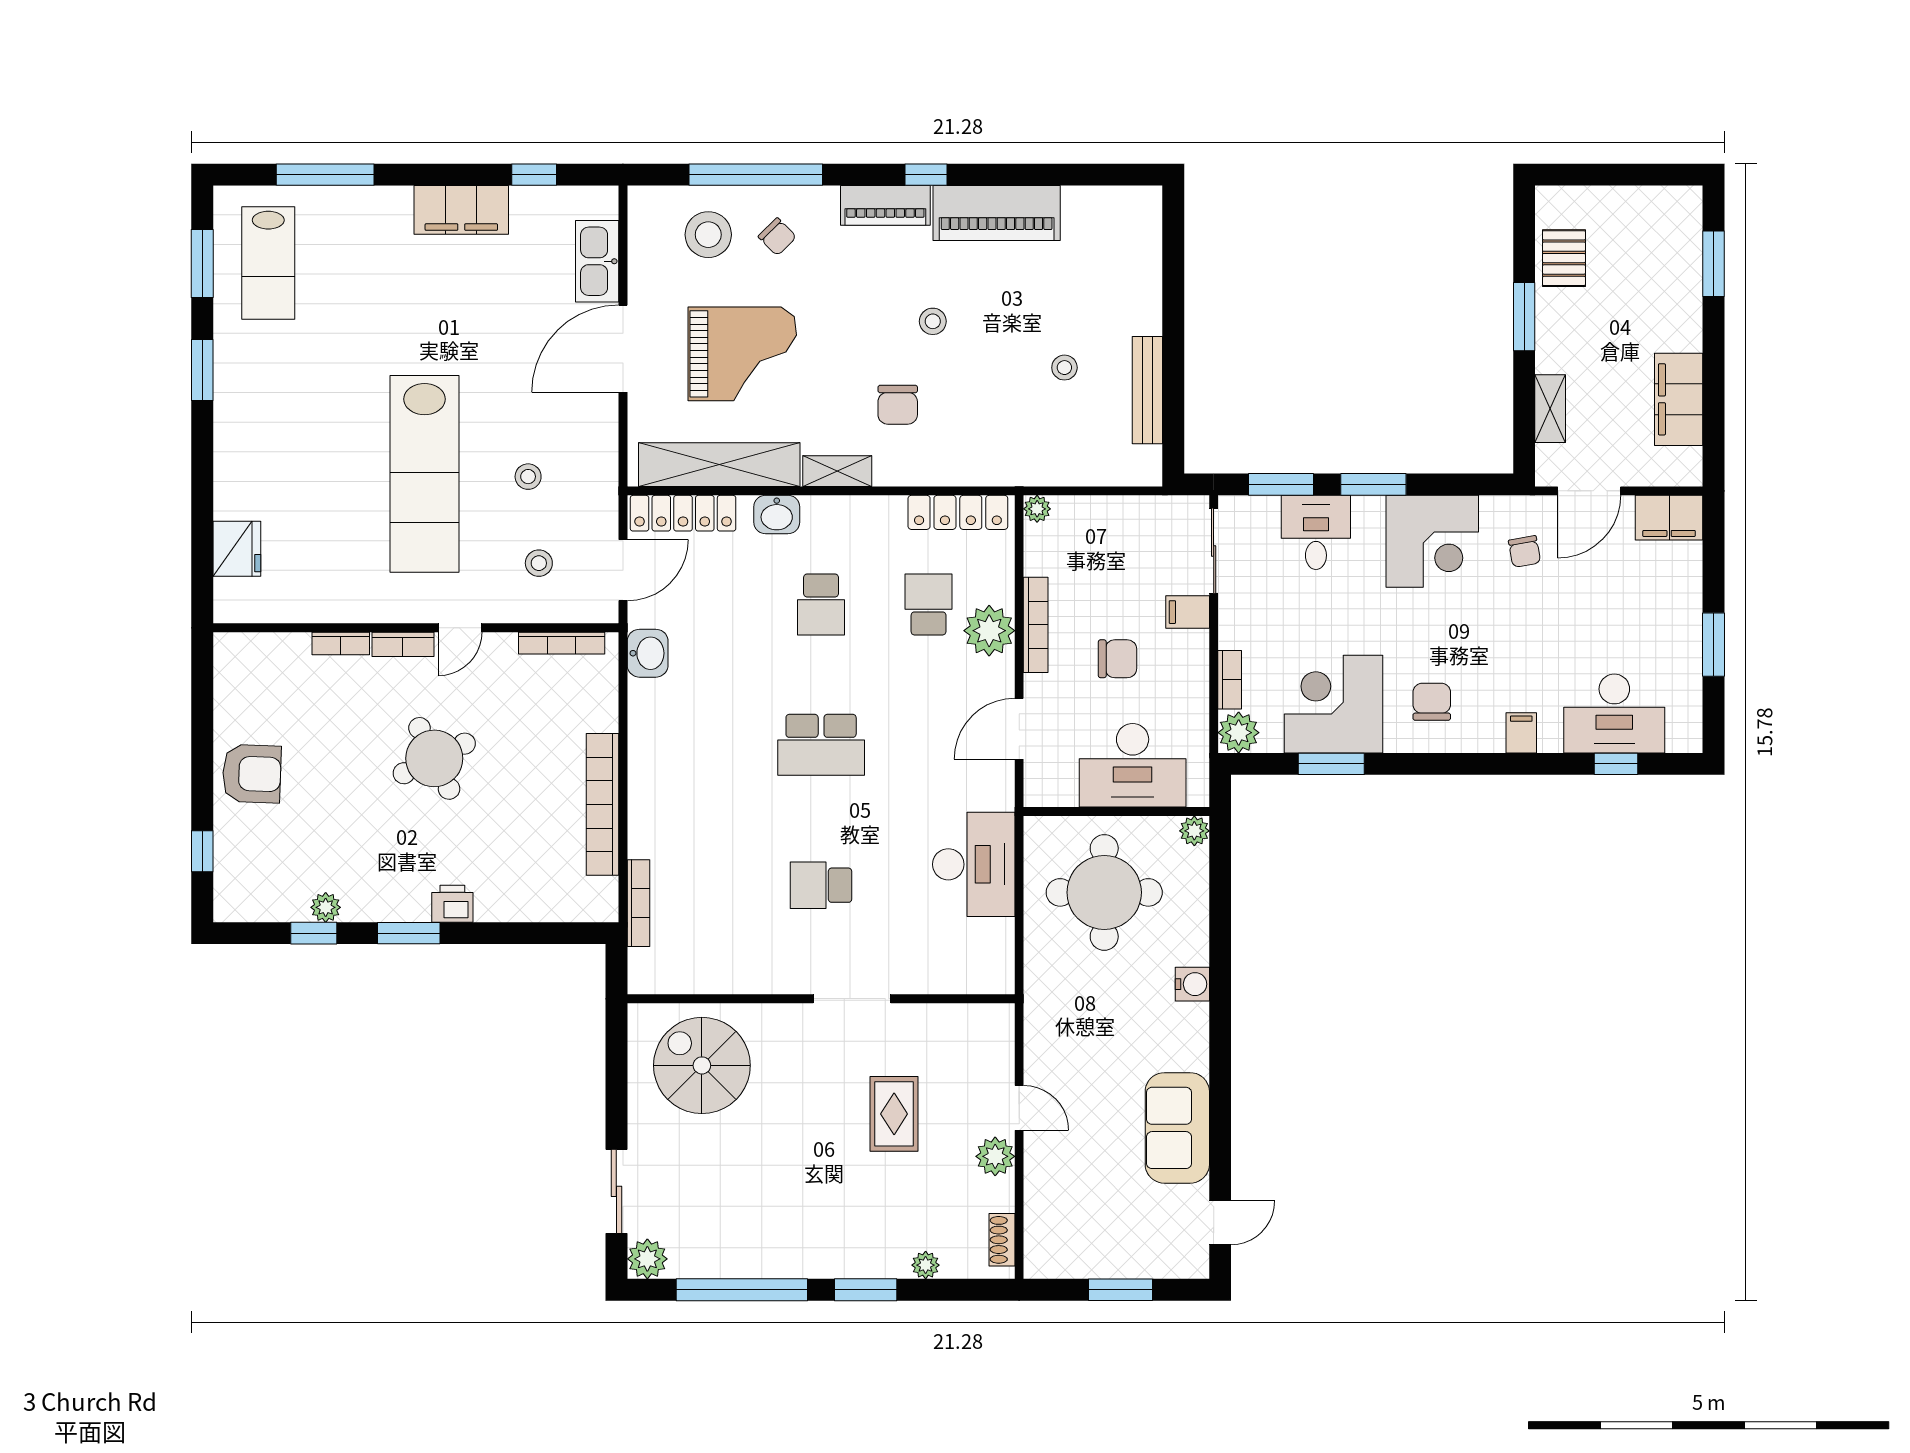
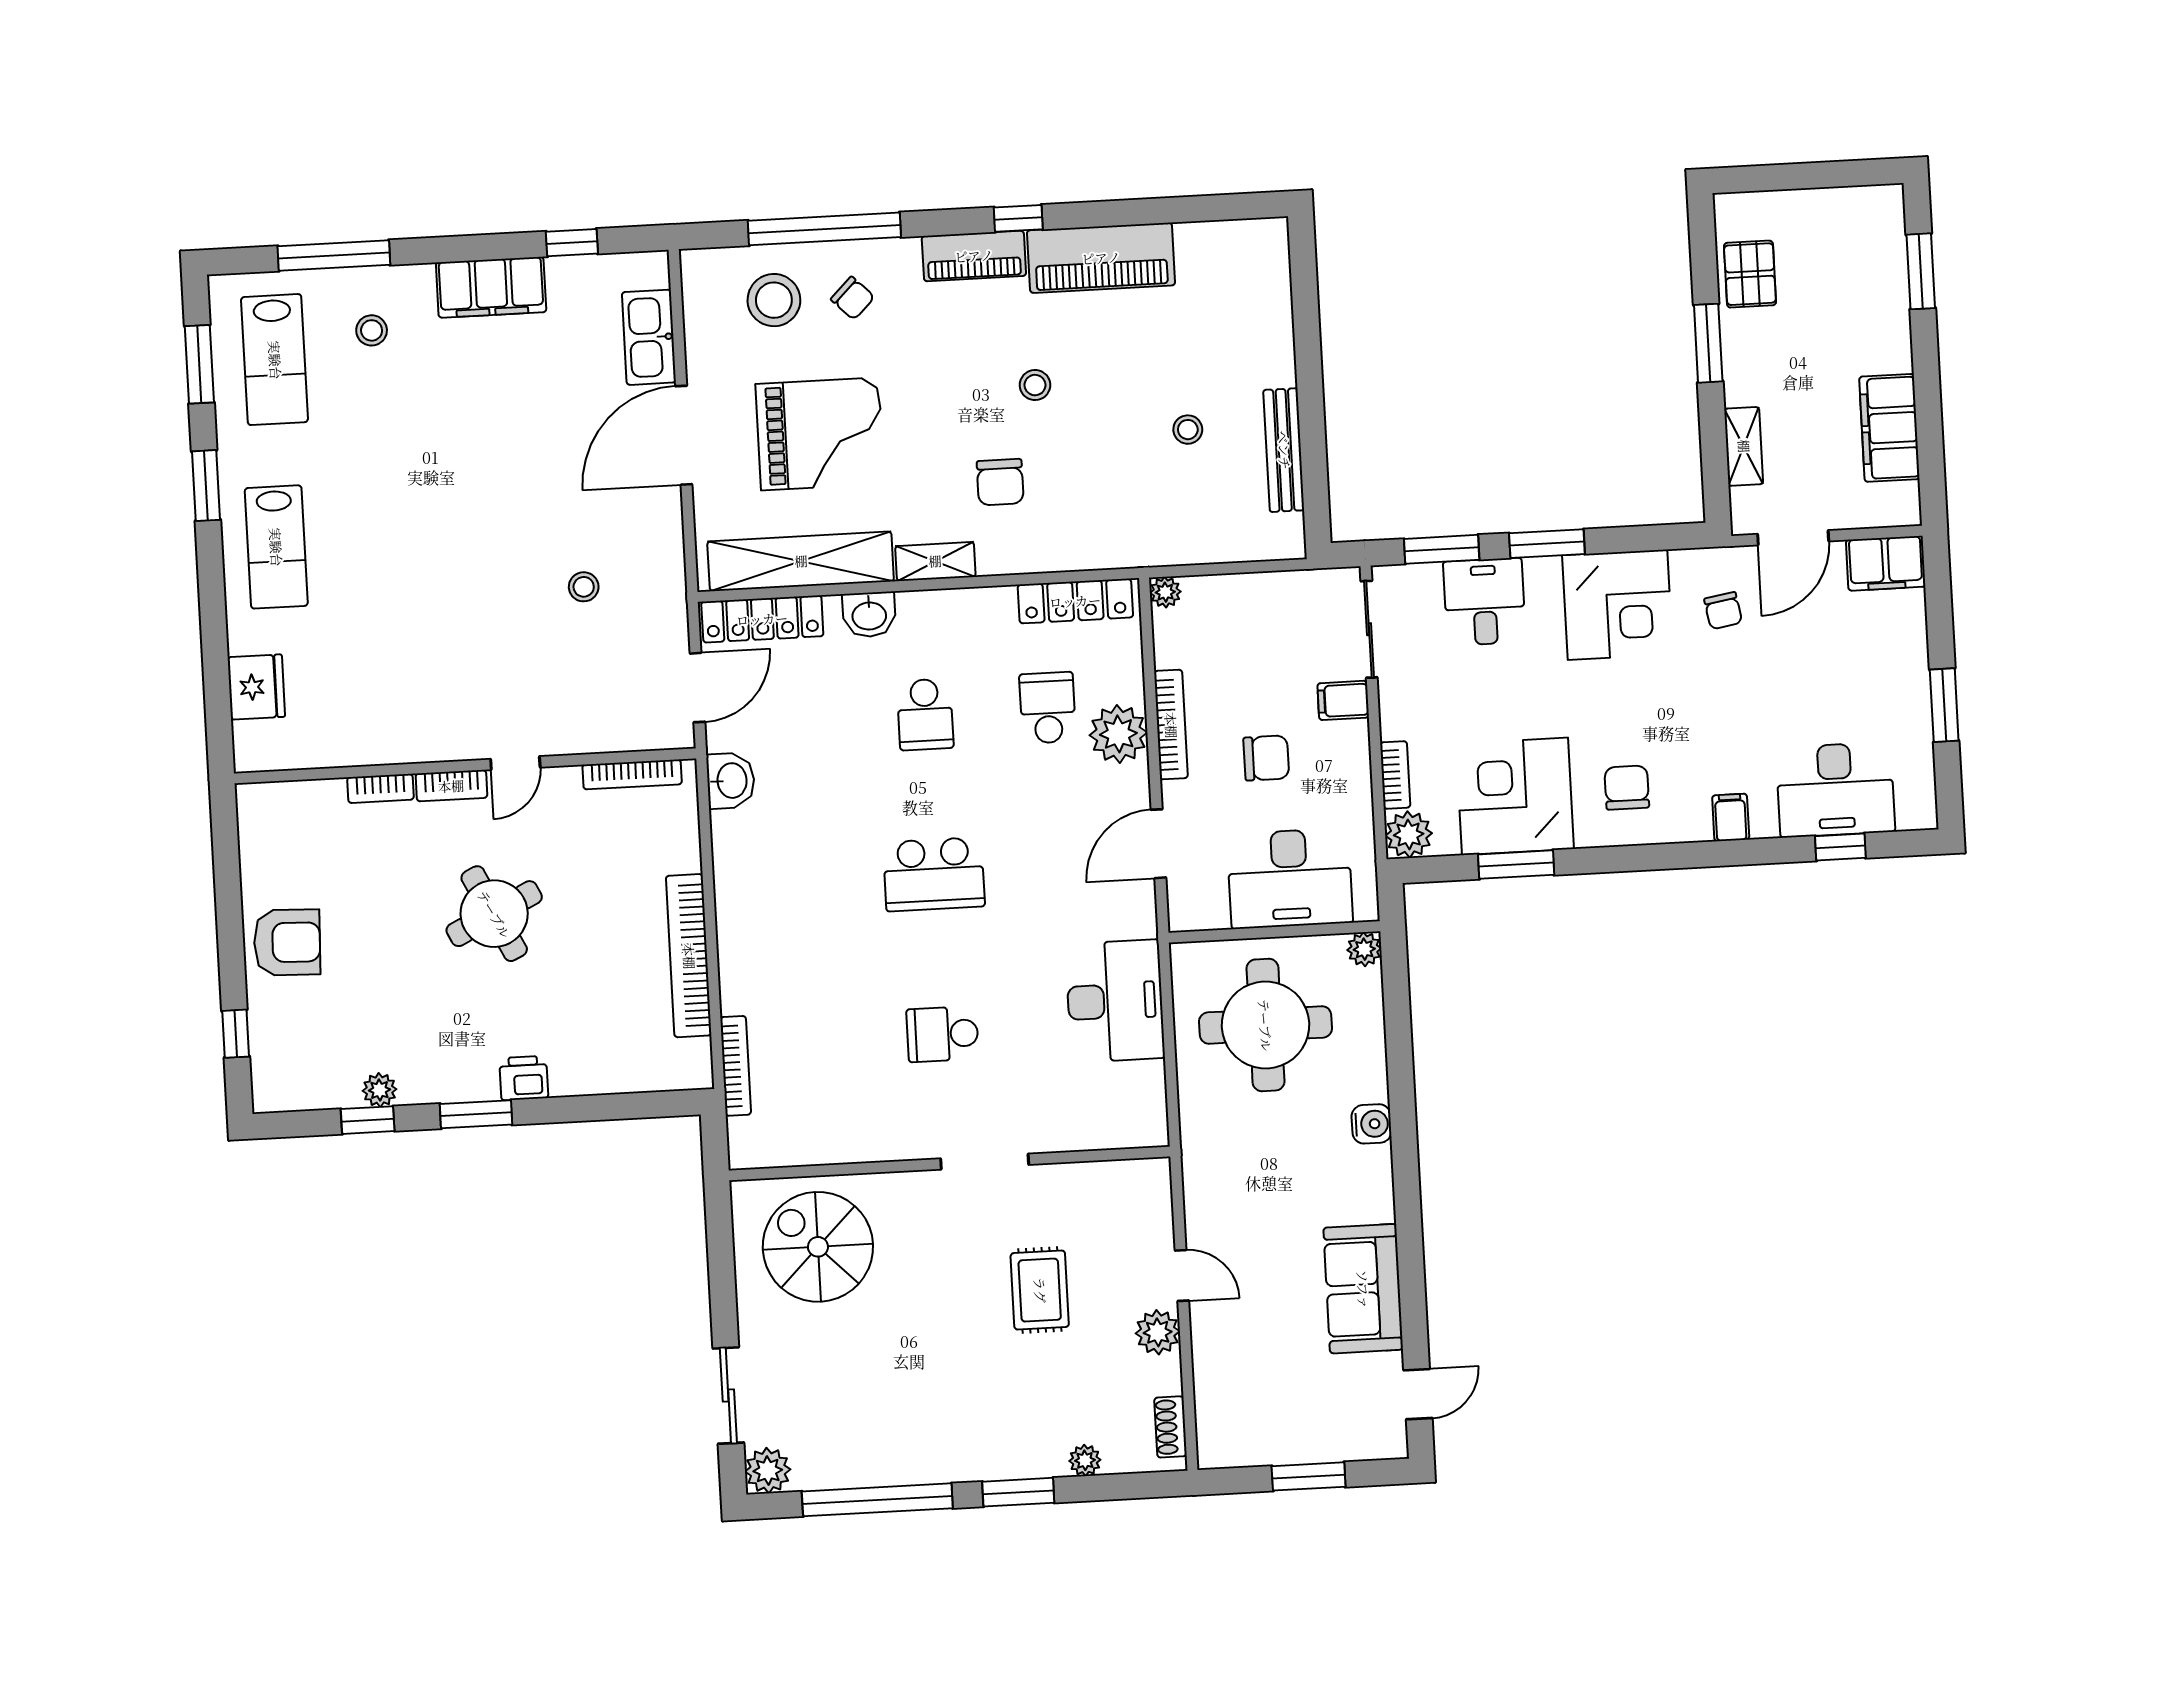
lab bench: (425, 474) -> (276, 547), moved, width x0.54, depth x0.72
stool: (539, 563) -> (372, 330), moved

